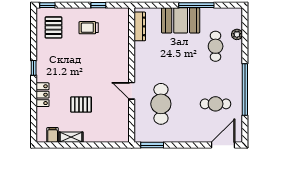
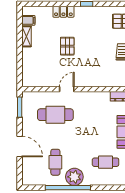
plant: (237, 34) -> (74, 177), moved, width x1.87, depth x1.87
pallet: (81, 105) -> (67, 46), moved
door: (223, 145) -> (20, 147), moved

